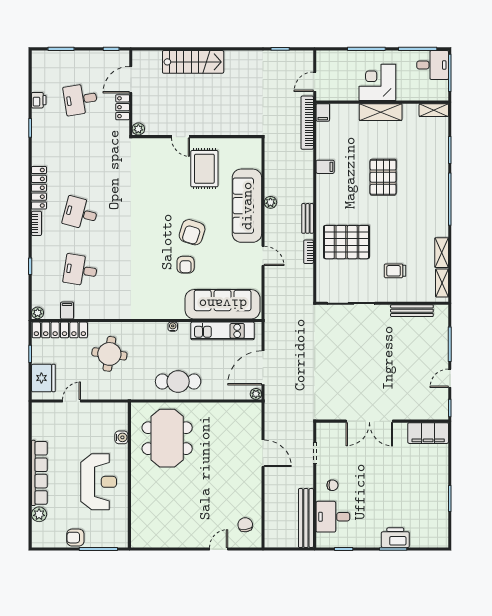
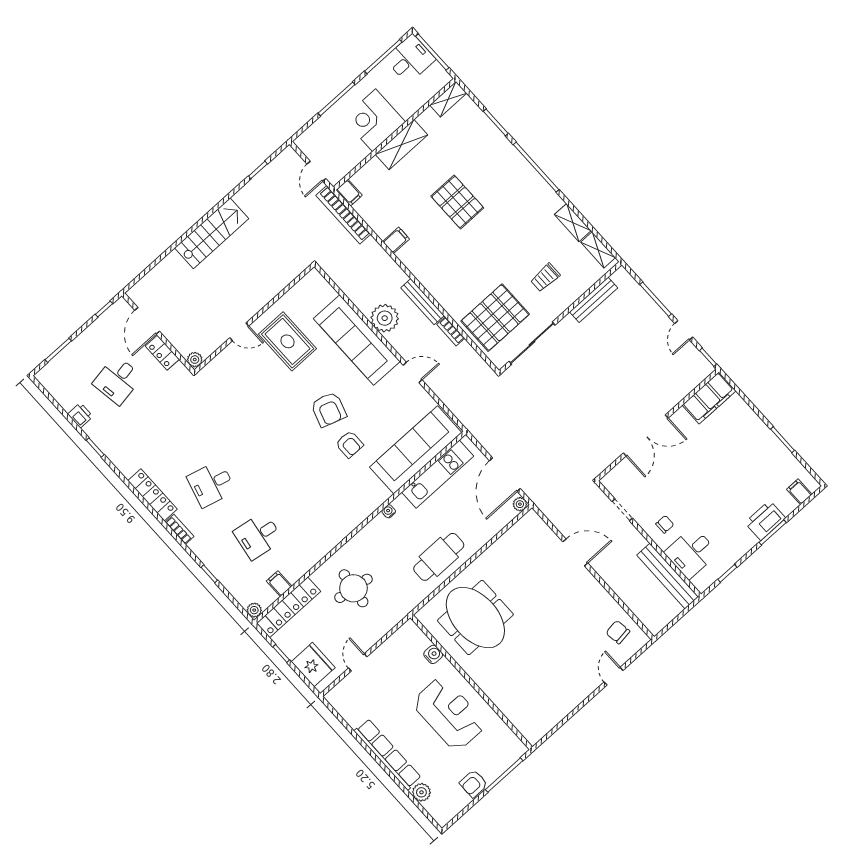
stairs: (193, 62) -> (212, 233), moved
plant: (270, 202) -> (385, 318), width x1.88, depth x1.88
bench: (308, 218) -> (422, 302), width x1.36
pallet: (347, 242) -> (495, 318), moved
filing cabinet: (432, 539) -> (799, 492), added

